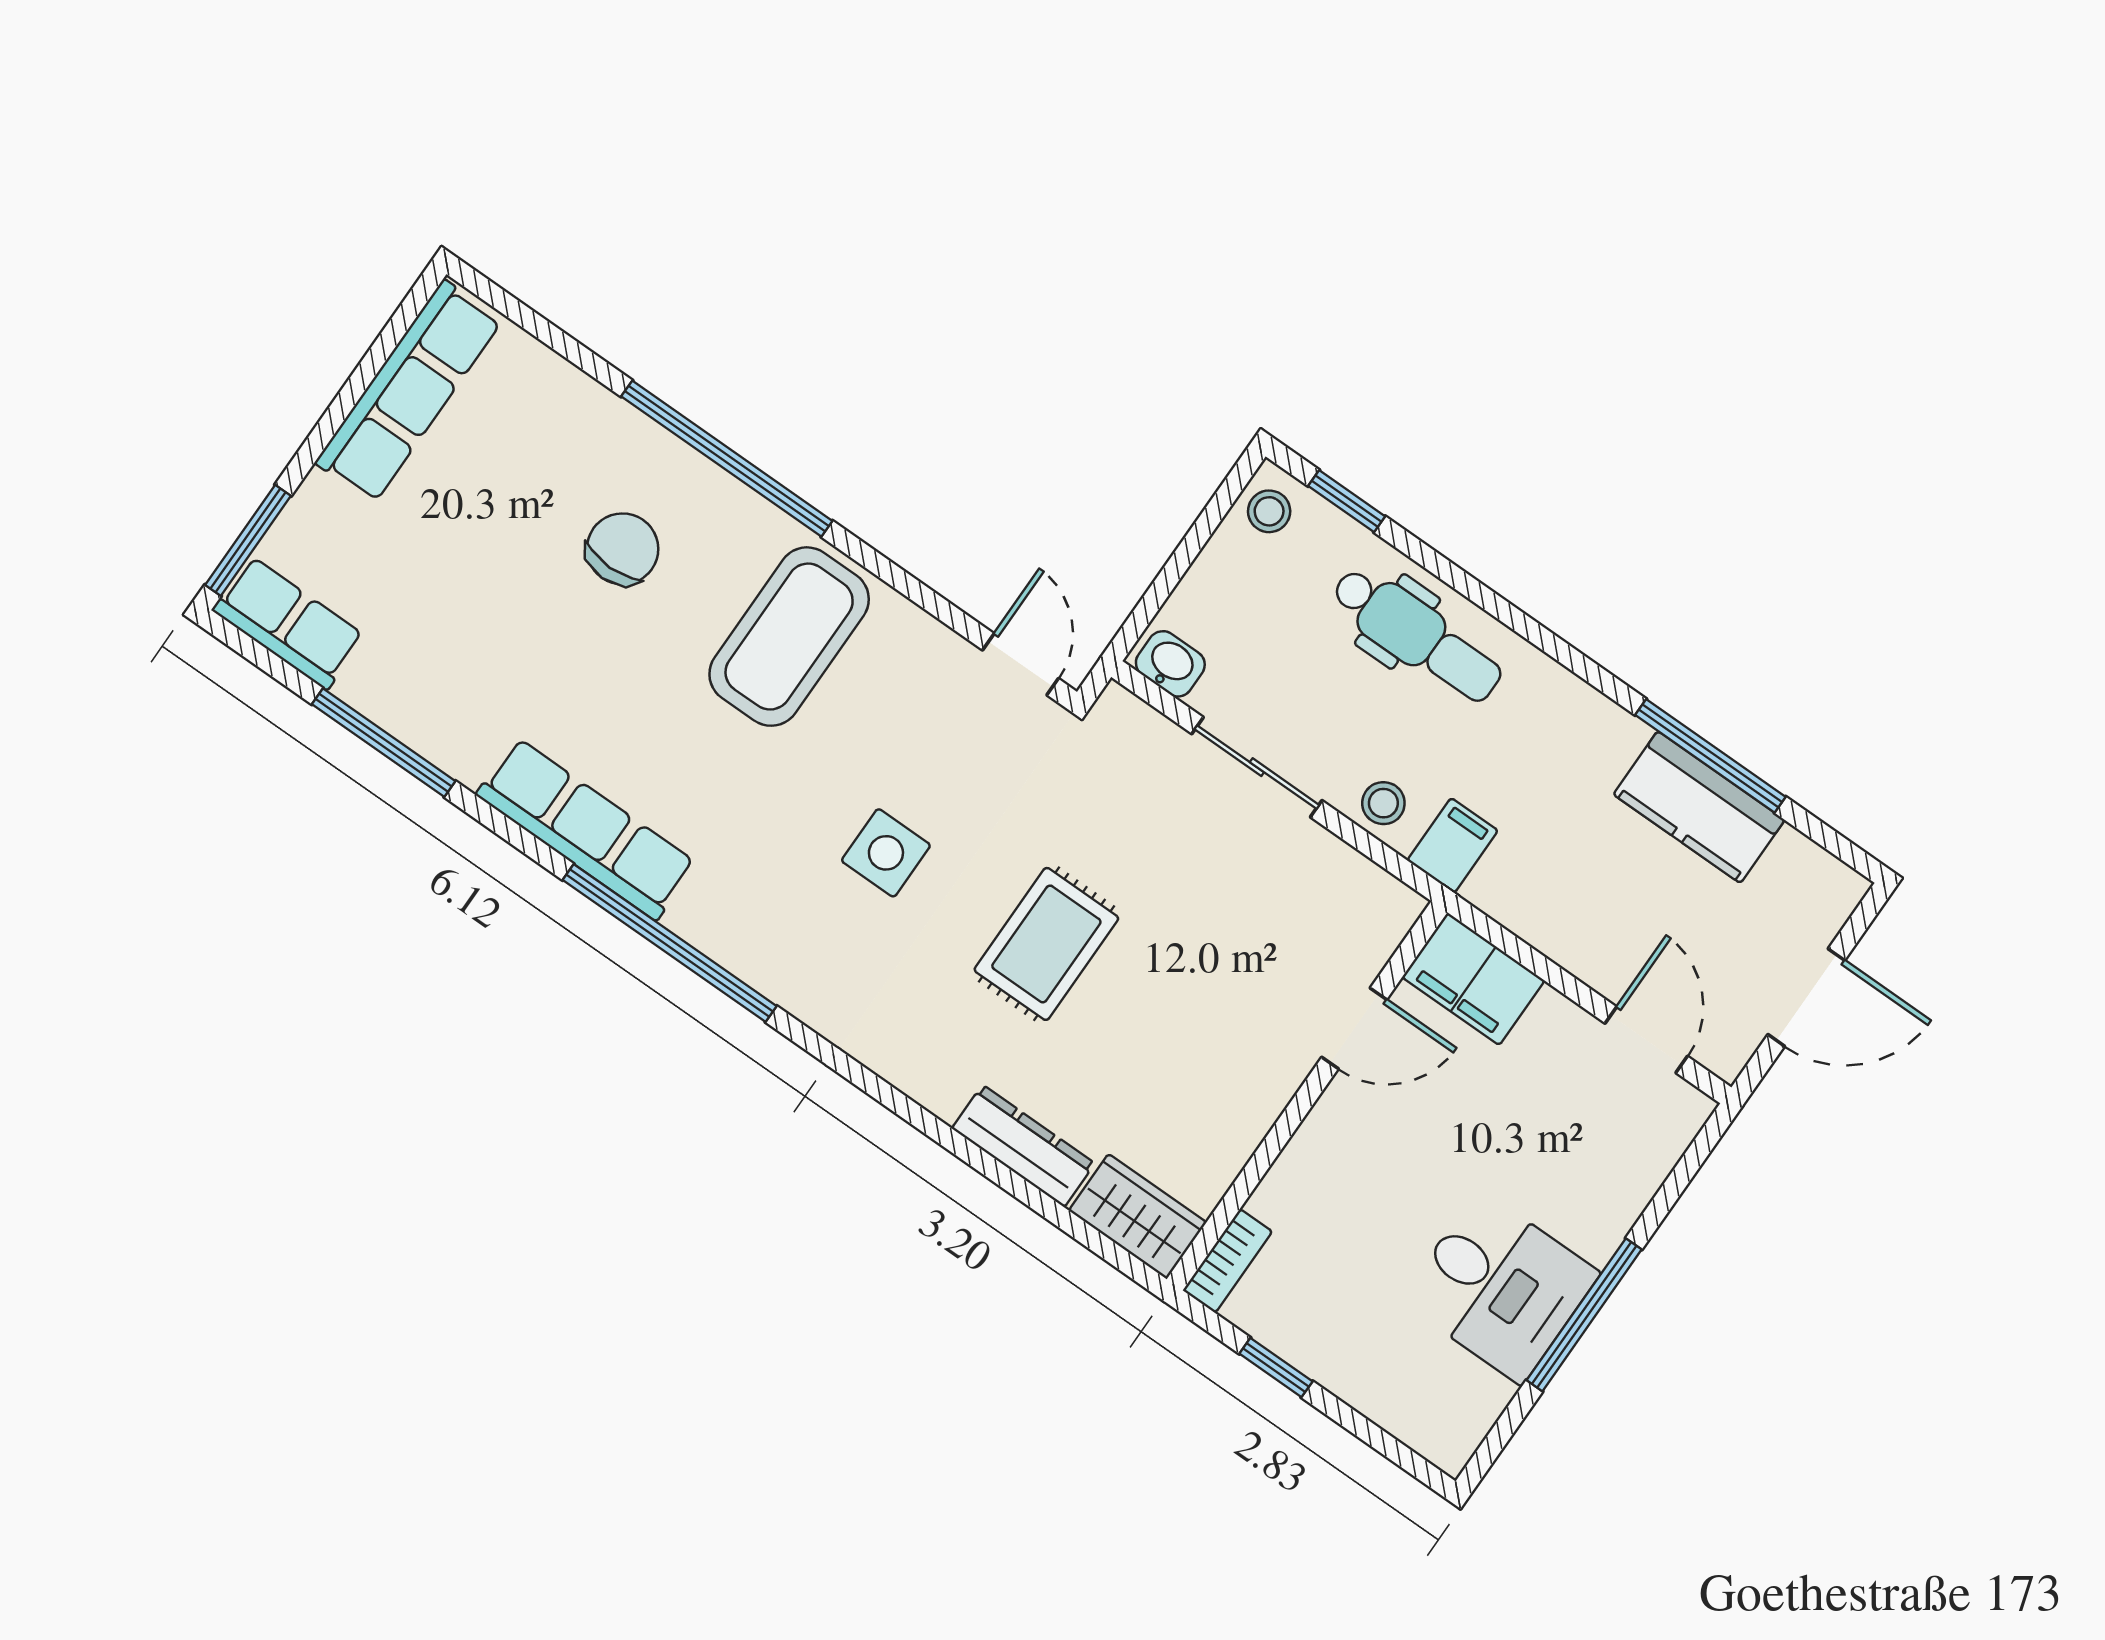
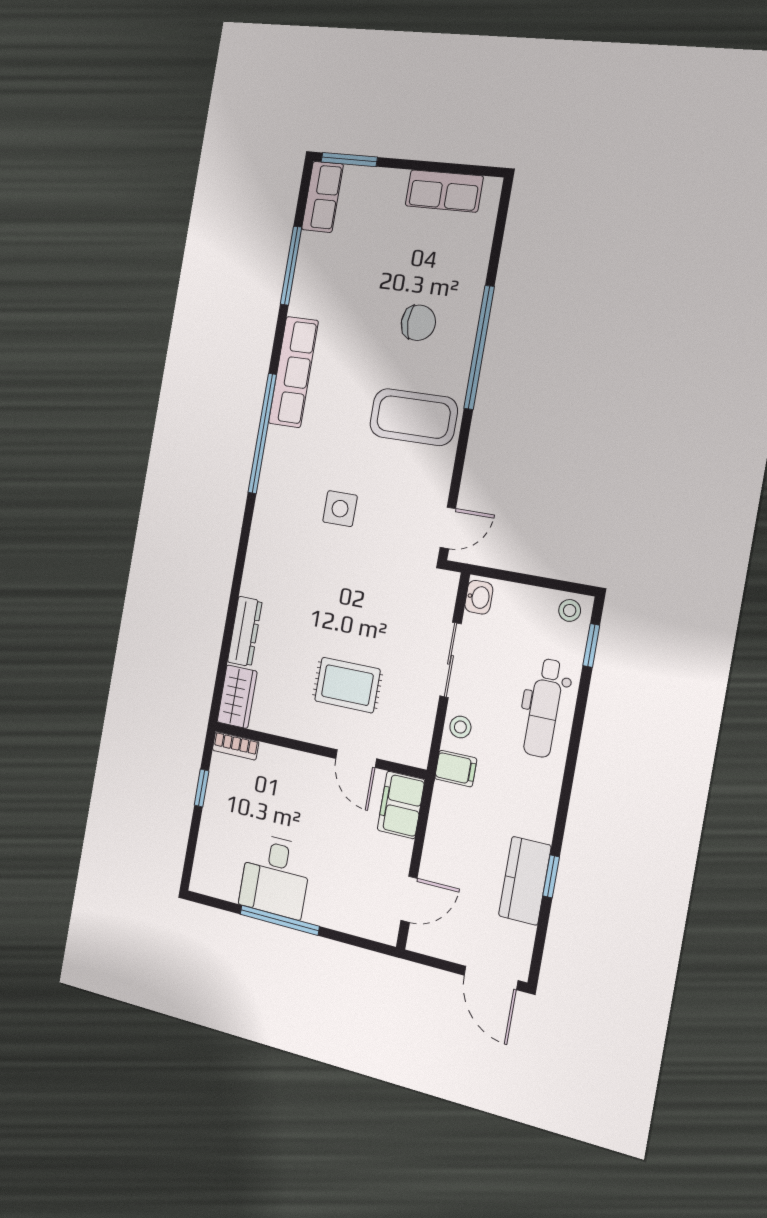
row of seats: (409, 391) -> (444, 191), width x0.68
window: (1710, 756) -> (551, 876), width x0.46
rug: (1046, 944) -> (347, 685), moved
door: (1806, 997) -> (491, 978), moved

